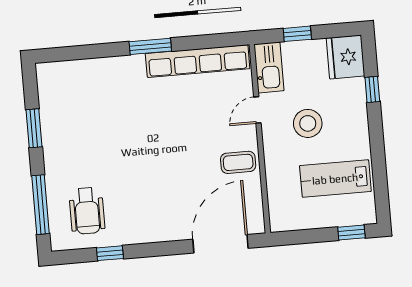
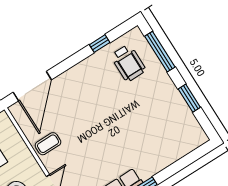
wheelchair: (87, 211) -> (128, 63), turned 180

